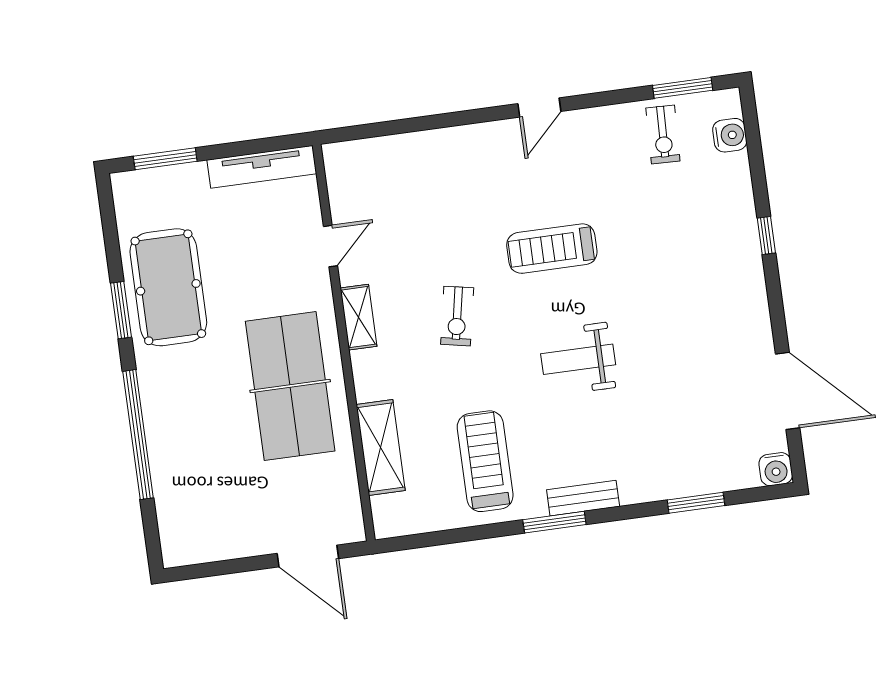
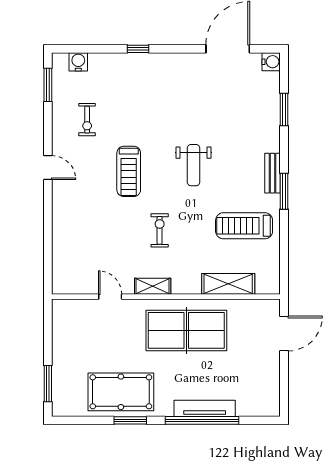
exercise bike: (663, 135) -> (87, 120), moved, turned 88
tv unit: (262, 167) -> (205, 408), moved, turned -90
exercise bike: (457, 316) -> (160, 230), turned -101

